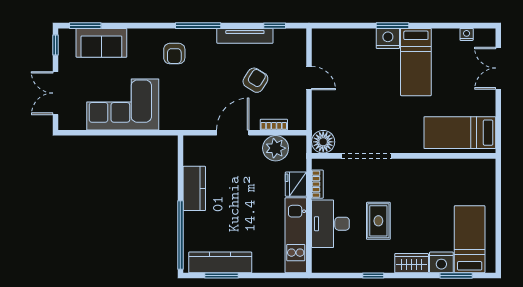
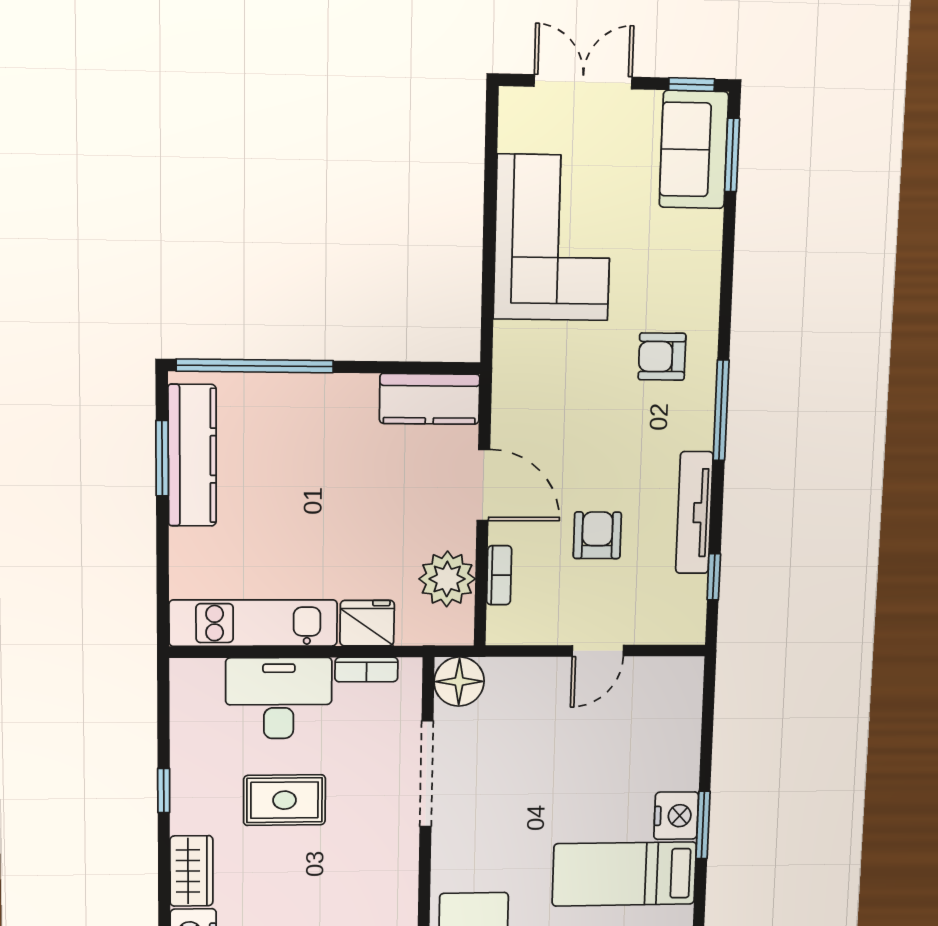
sofa: (101, 43) -> (694, 150), moved
armchair: (255, 80) -> (597, 535), turned -122
kitchen counter: (194, 188) -> (430, 399), moved

